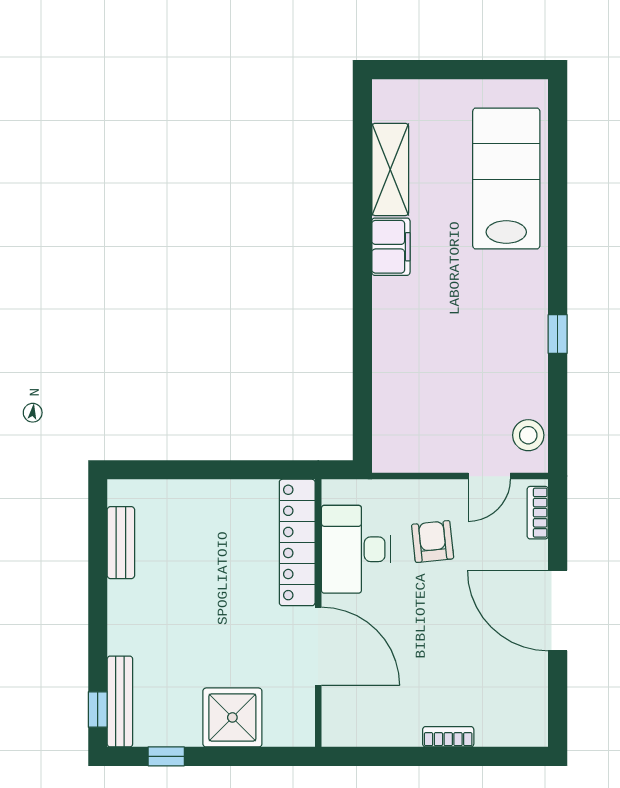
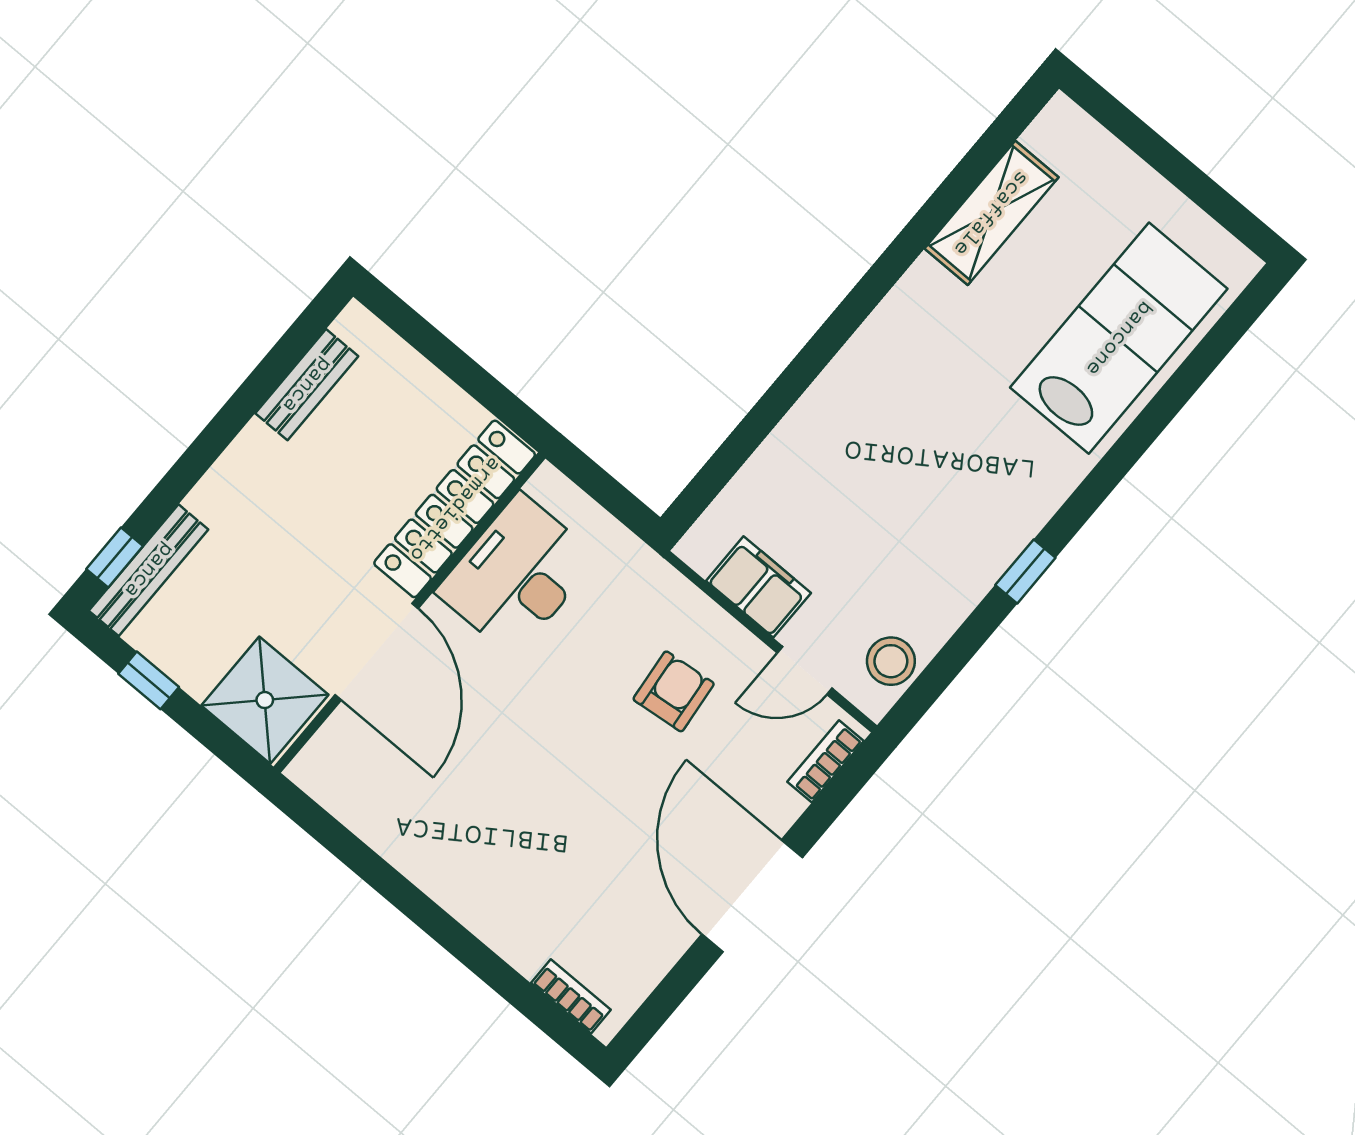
filing cabinet: (391, 247) -> (758, 587), moved, turned -90
locker: (297, 542) -> (455, 509), moved
desk: (356, 549) -> (517, 575), moved
wall: (318, 613) -> (410, 613), moved
door: (318, 646) -> (377, 652), moved
bookcase: (448, 737) -> (571, 996), moved

